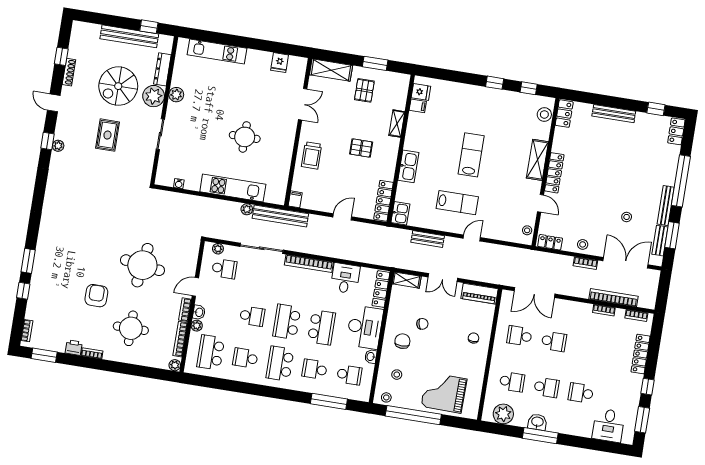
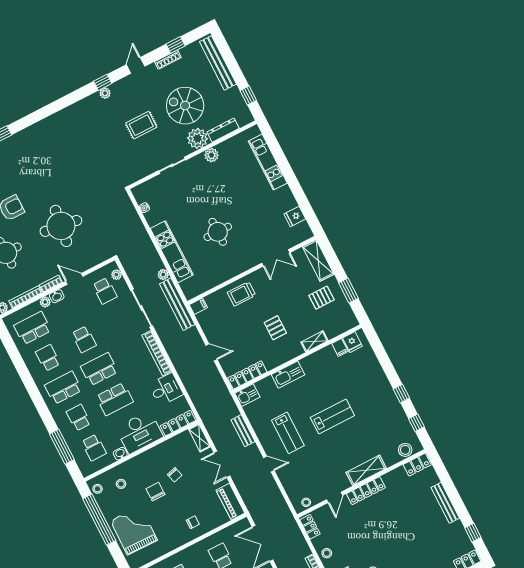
bench: (129, 36) -> (218, 63), moved
chair: (402, 341) -> (155, 492), moved, turned -90

